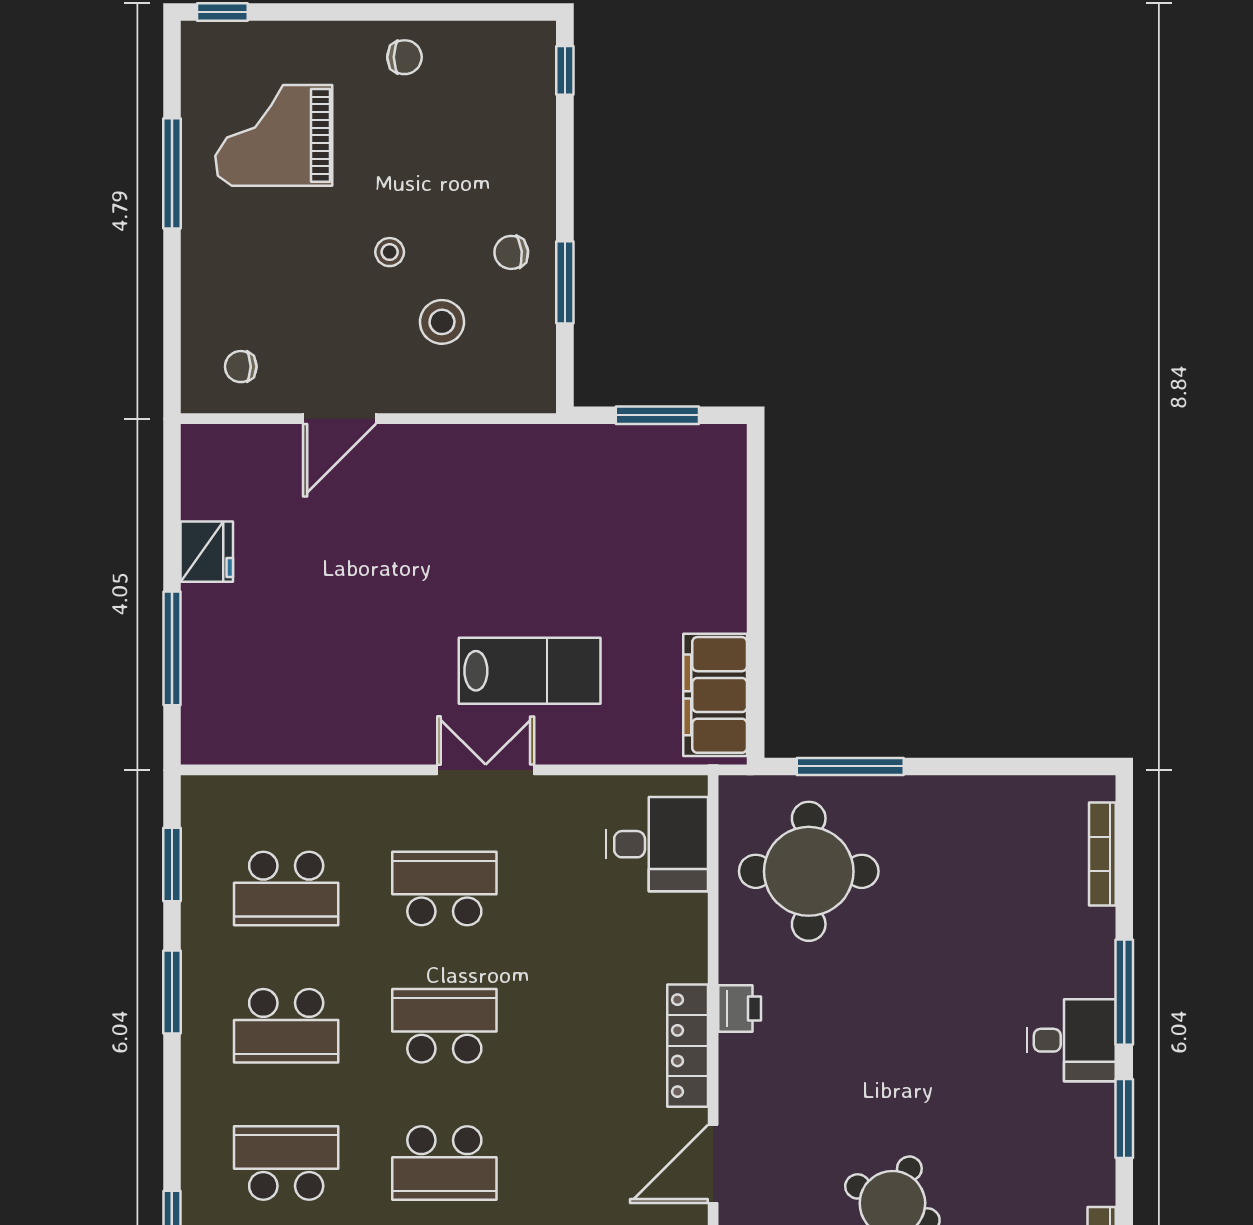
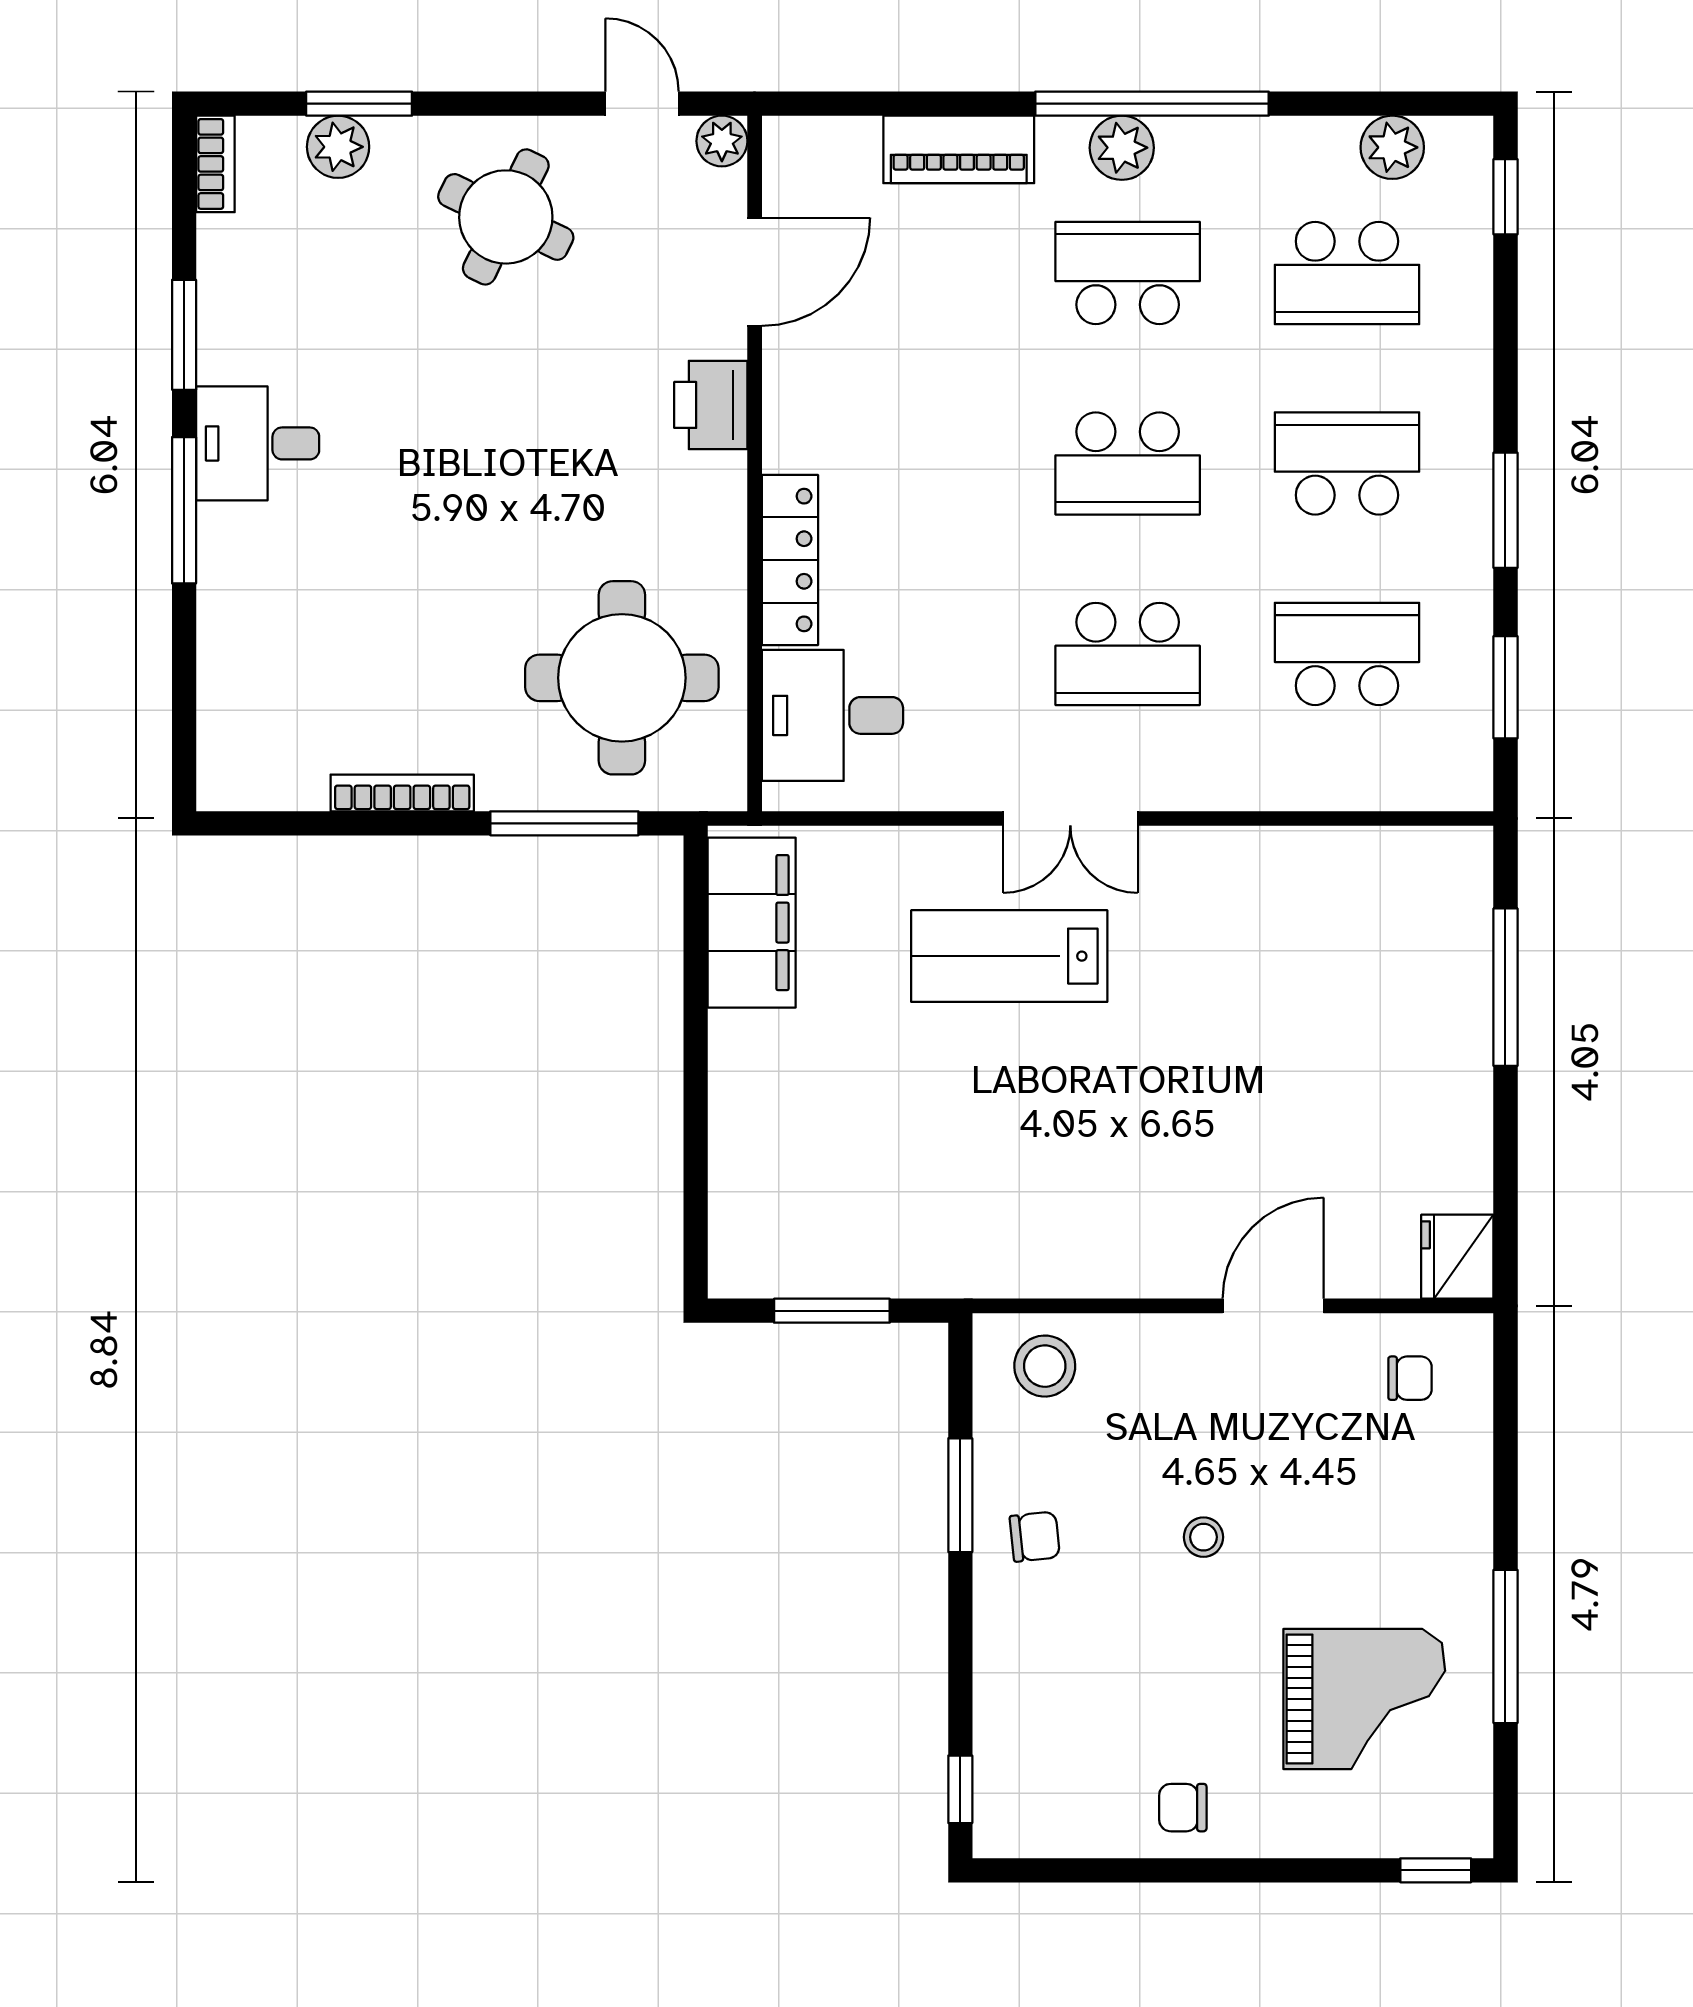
stool: (442, 322) -> (1045, 1366), moved
fridge: (207, 552) -> (1457, 1257), moved
bookcase: (1102, 854) -> (402, 793), moved, turned -90
printer: (740, 1009) -> (711, 405), moved, width x1.36, depth x1.24
locker: (688, 1046) -> (790, 560), moved

